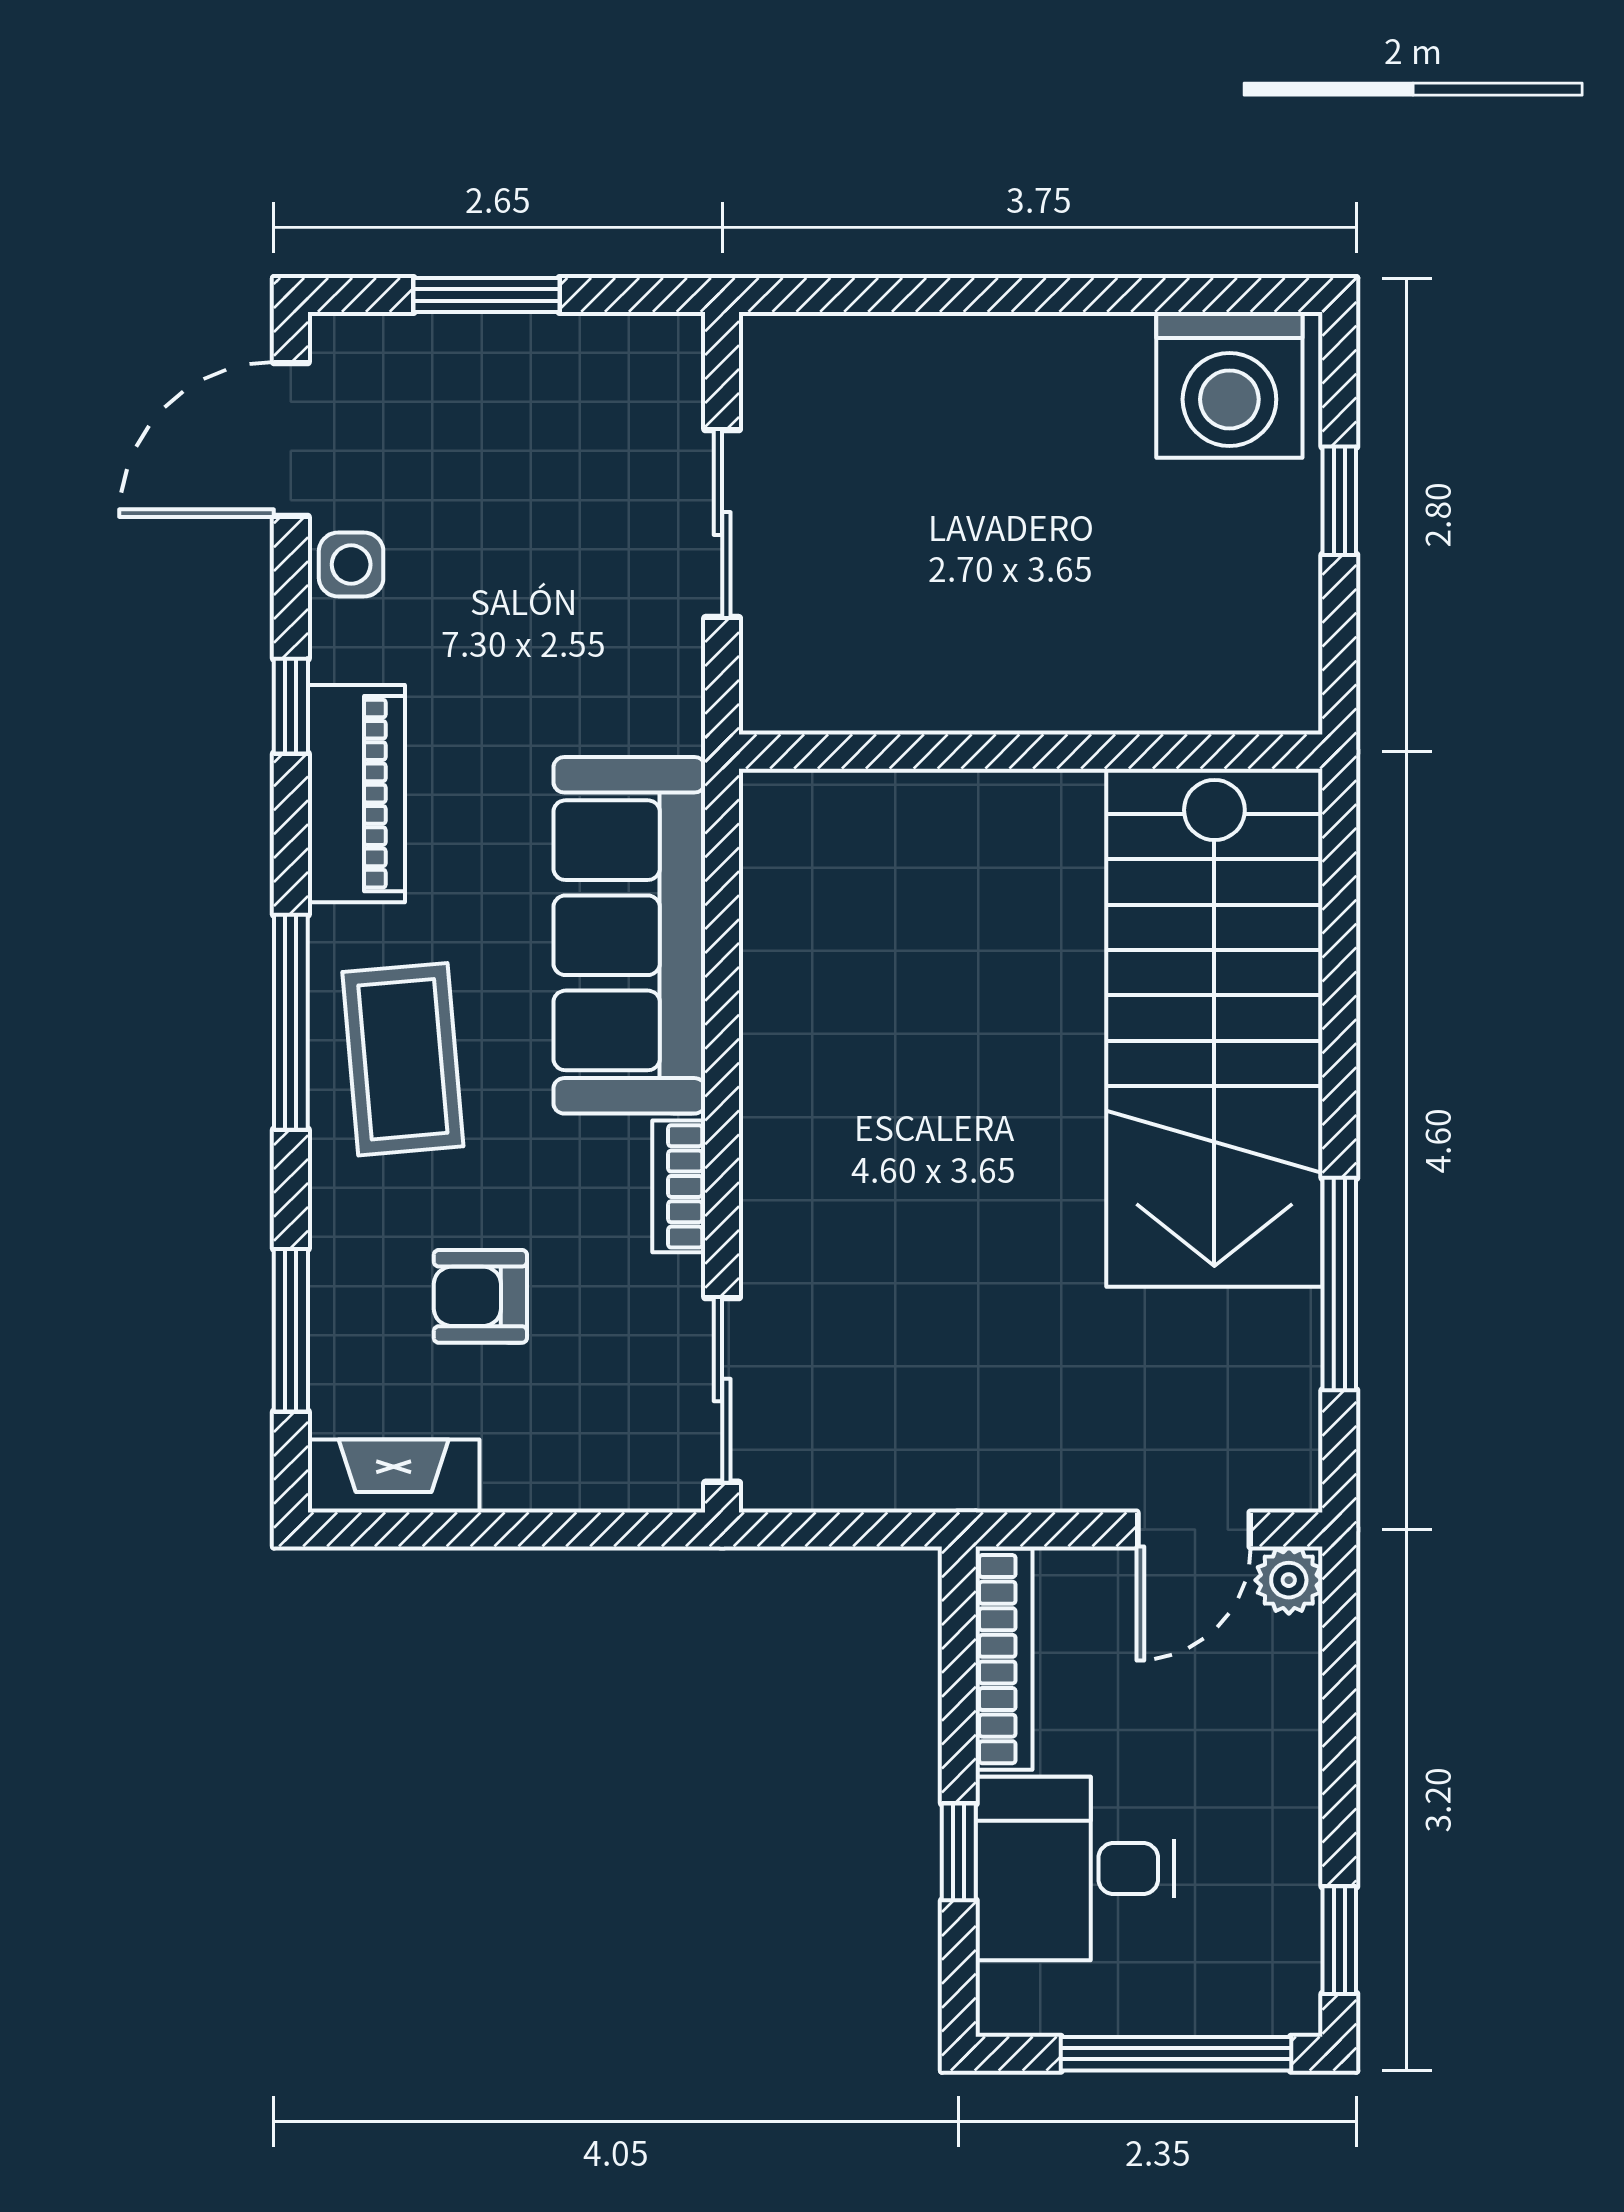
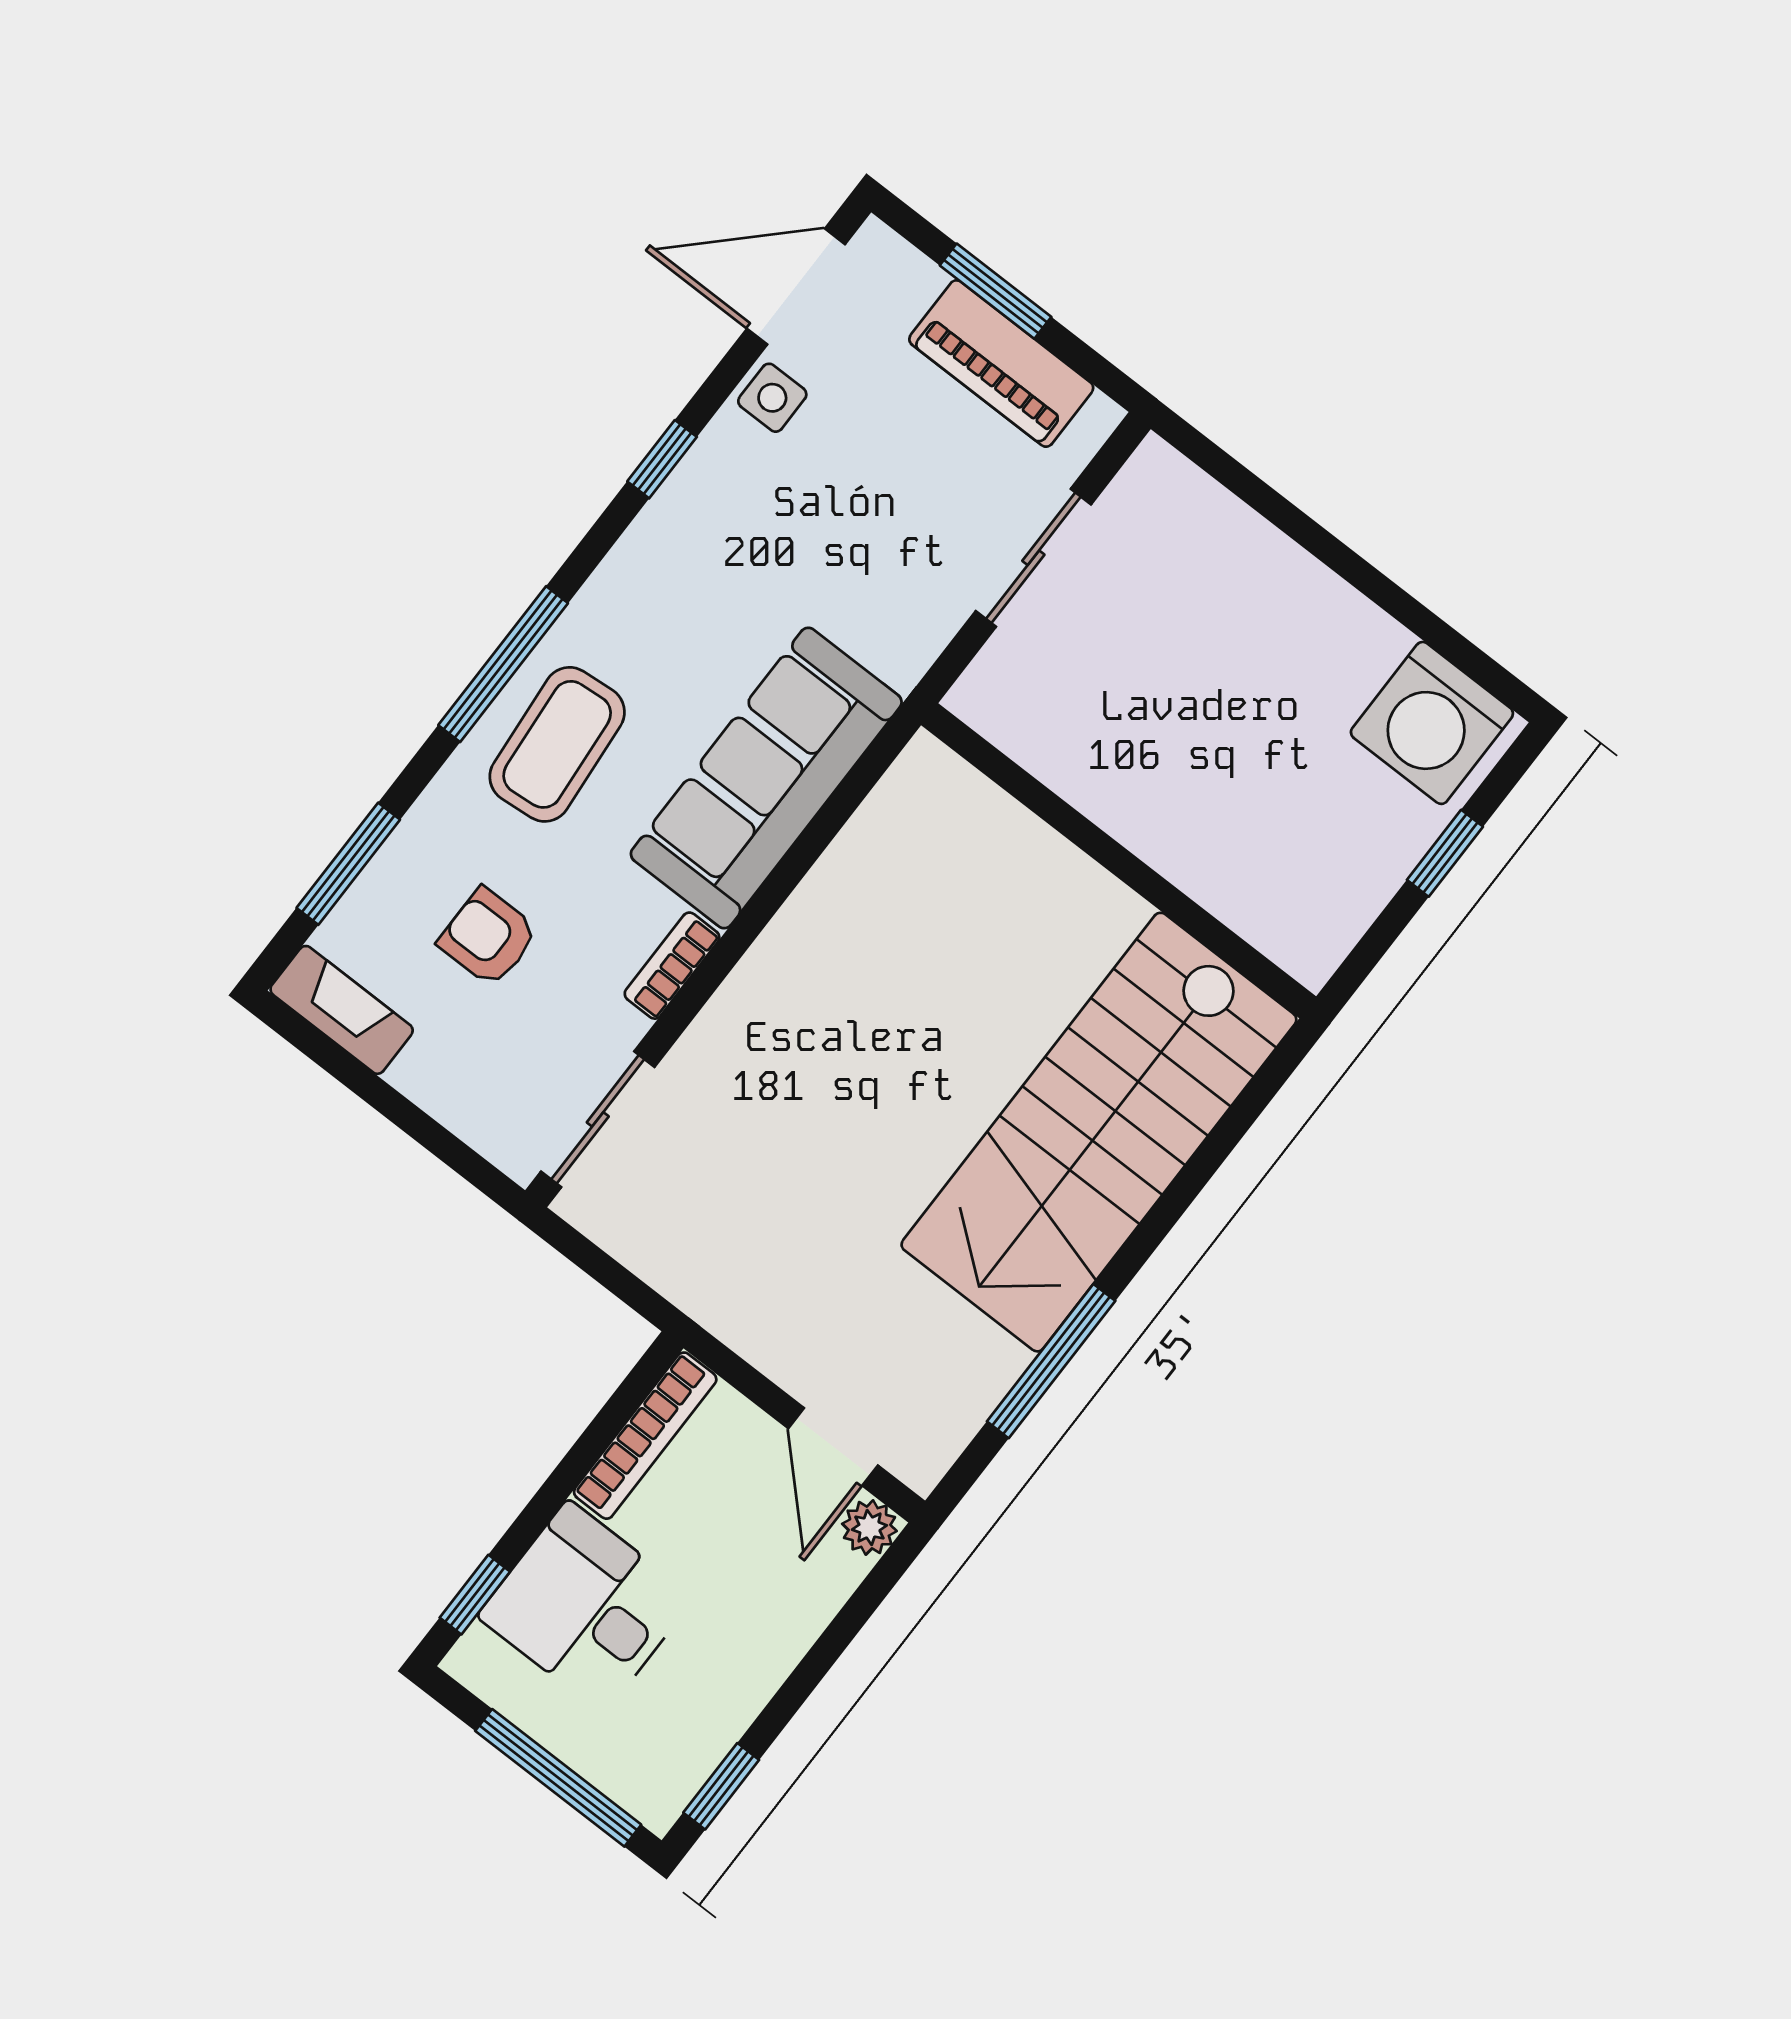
piano: (356, 794) -> (1001, 364), moved, turned 90
door: (1194, 1530) -> (833, 1447), hinge flipped
window: (959, 1852) -> (475, 1595), moved

